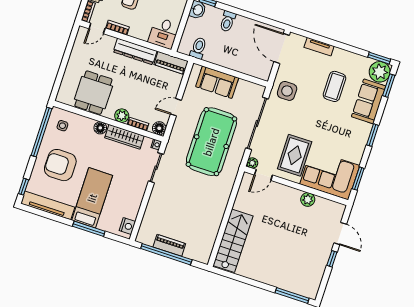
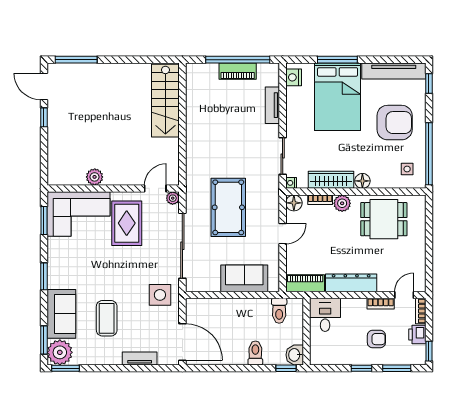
dining table: (93, 93) -> (384, 219), turned 90
pool table: (211, 142) -> (228, 207), width x0.73, depth x0.76
bed: (92, 198) -> (338, 97), width x1.50
tv unit: (151, 210) -> (272, 105), added
door: (340, 234) -> (44, 87), moved

